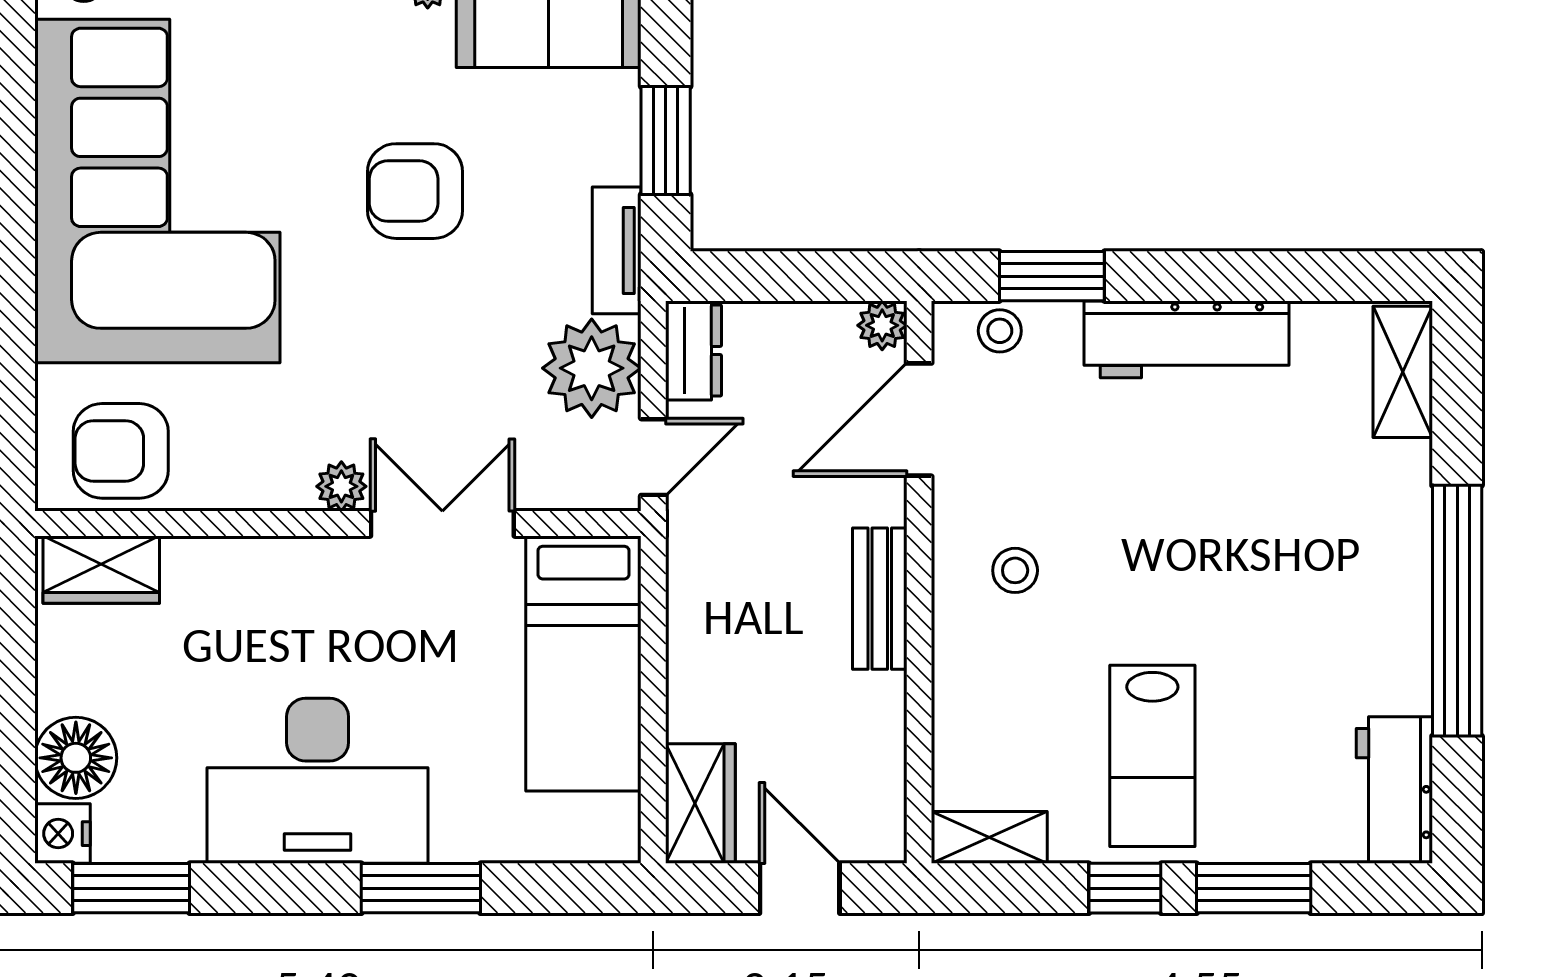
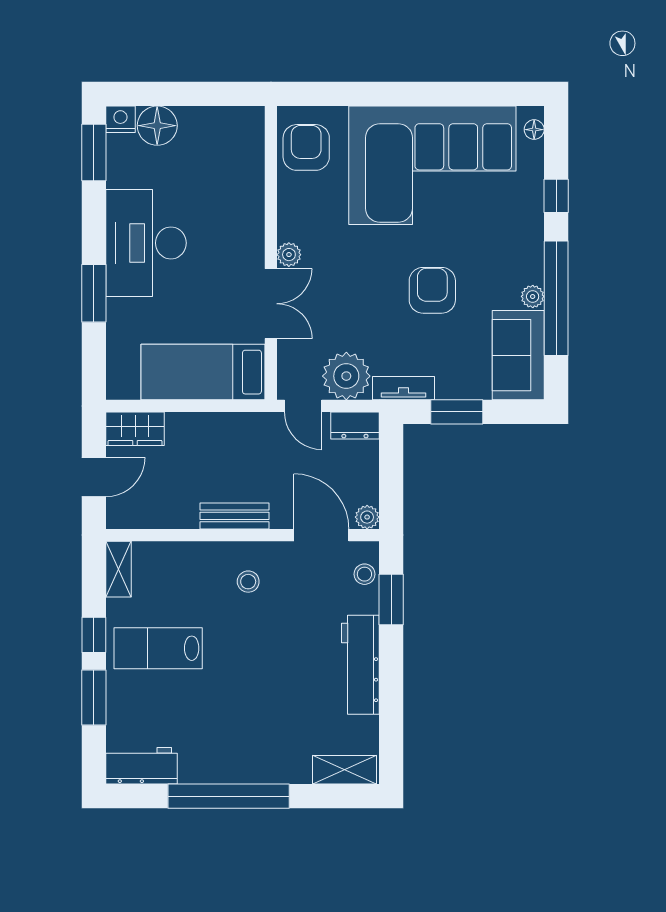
wardrobe: (101, 570) -> (249, 138), removed

